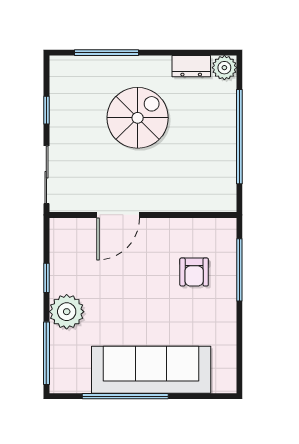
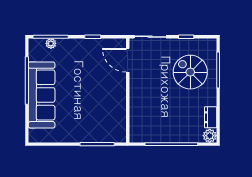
spiral stairs: (138, 118) -> (190, 72), moved, turned 180
door: (118, 215) -> (128, 60), moved
armchair: (194, 272) -> (96, 119), removed
plant: (67, 312) -> (51, 43), moved, width x0.53, depth x0.53

